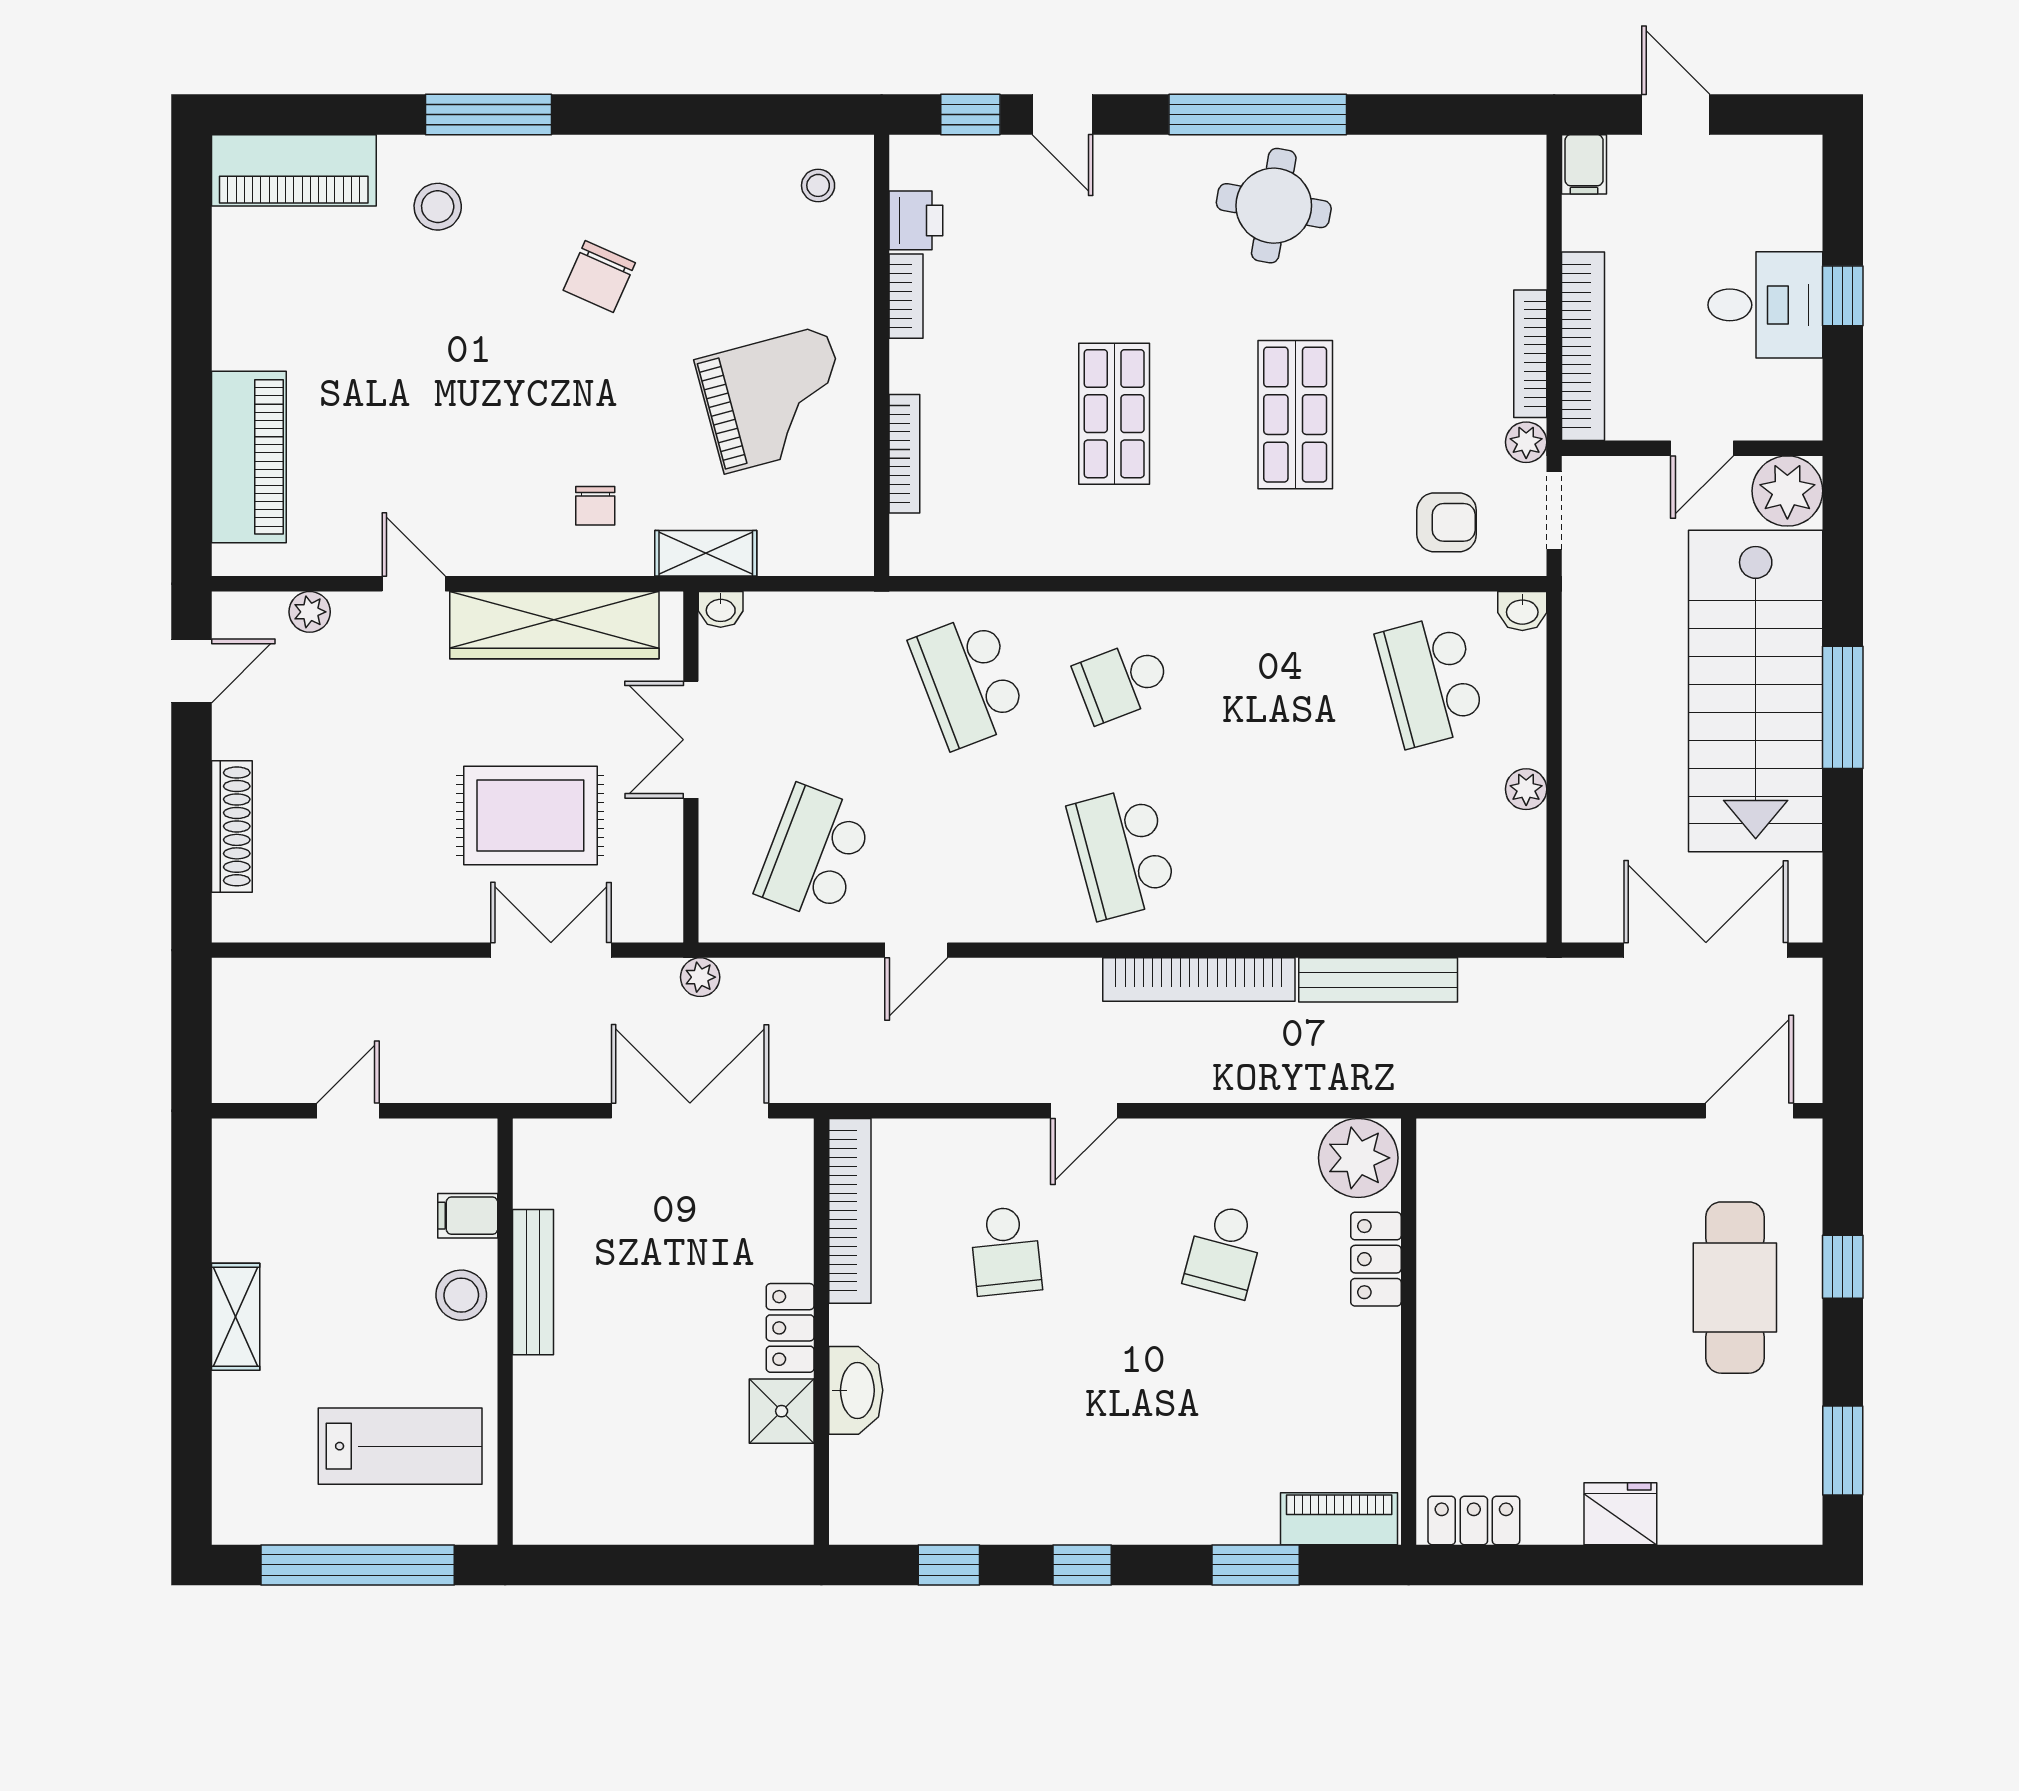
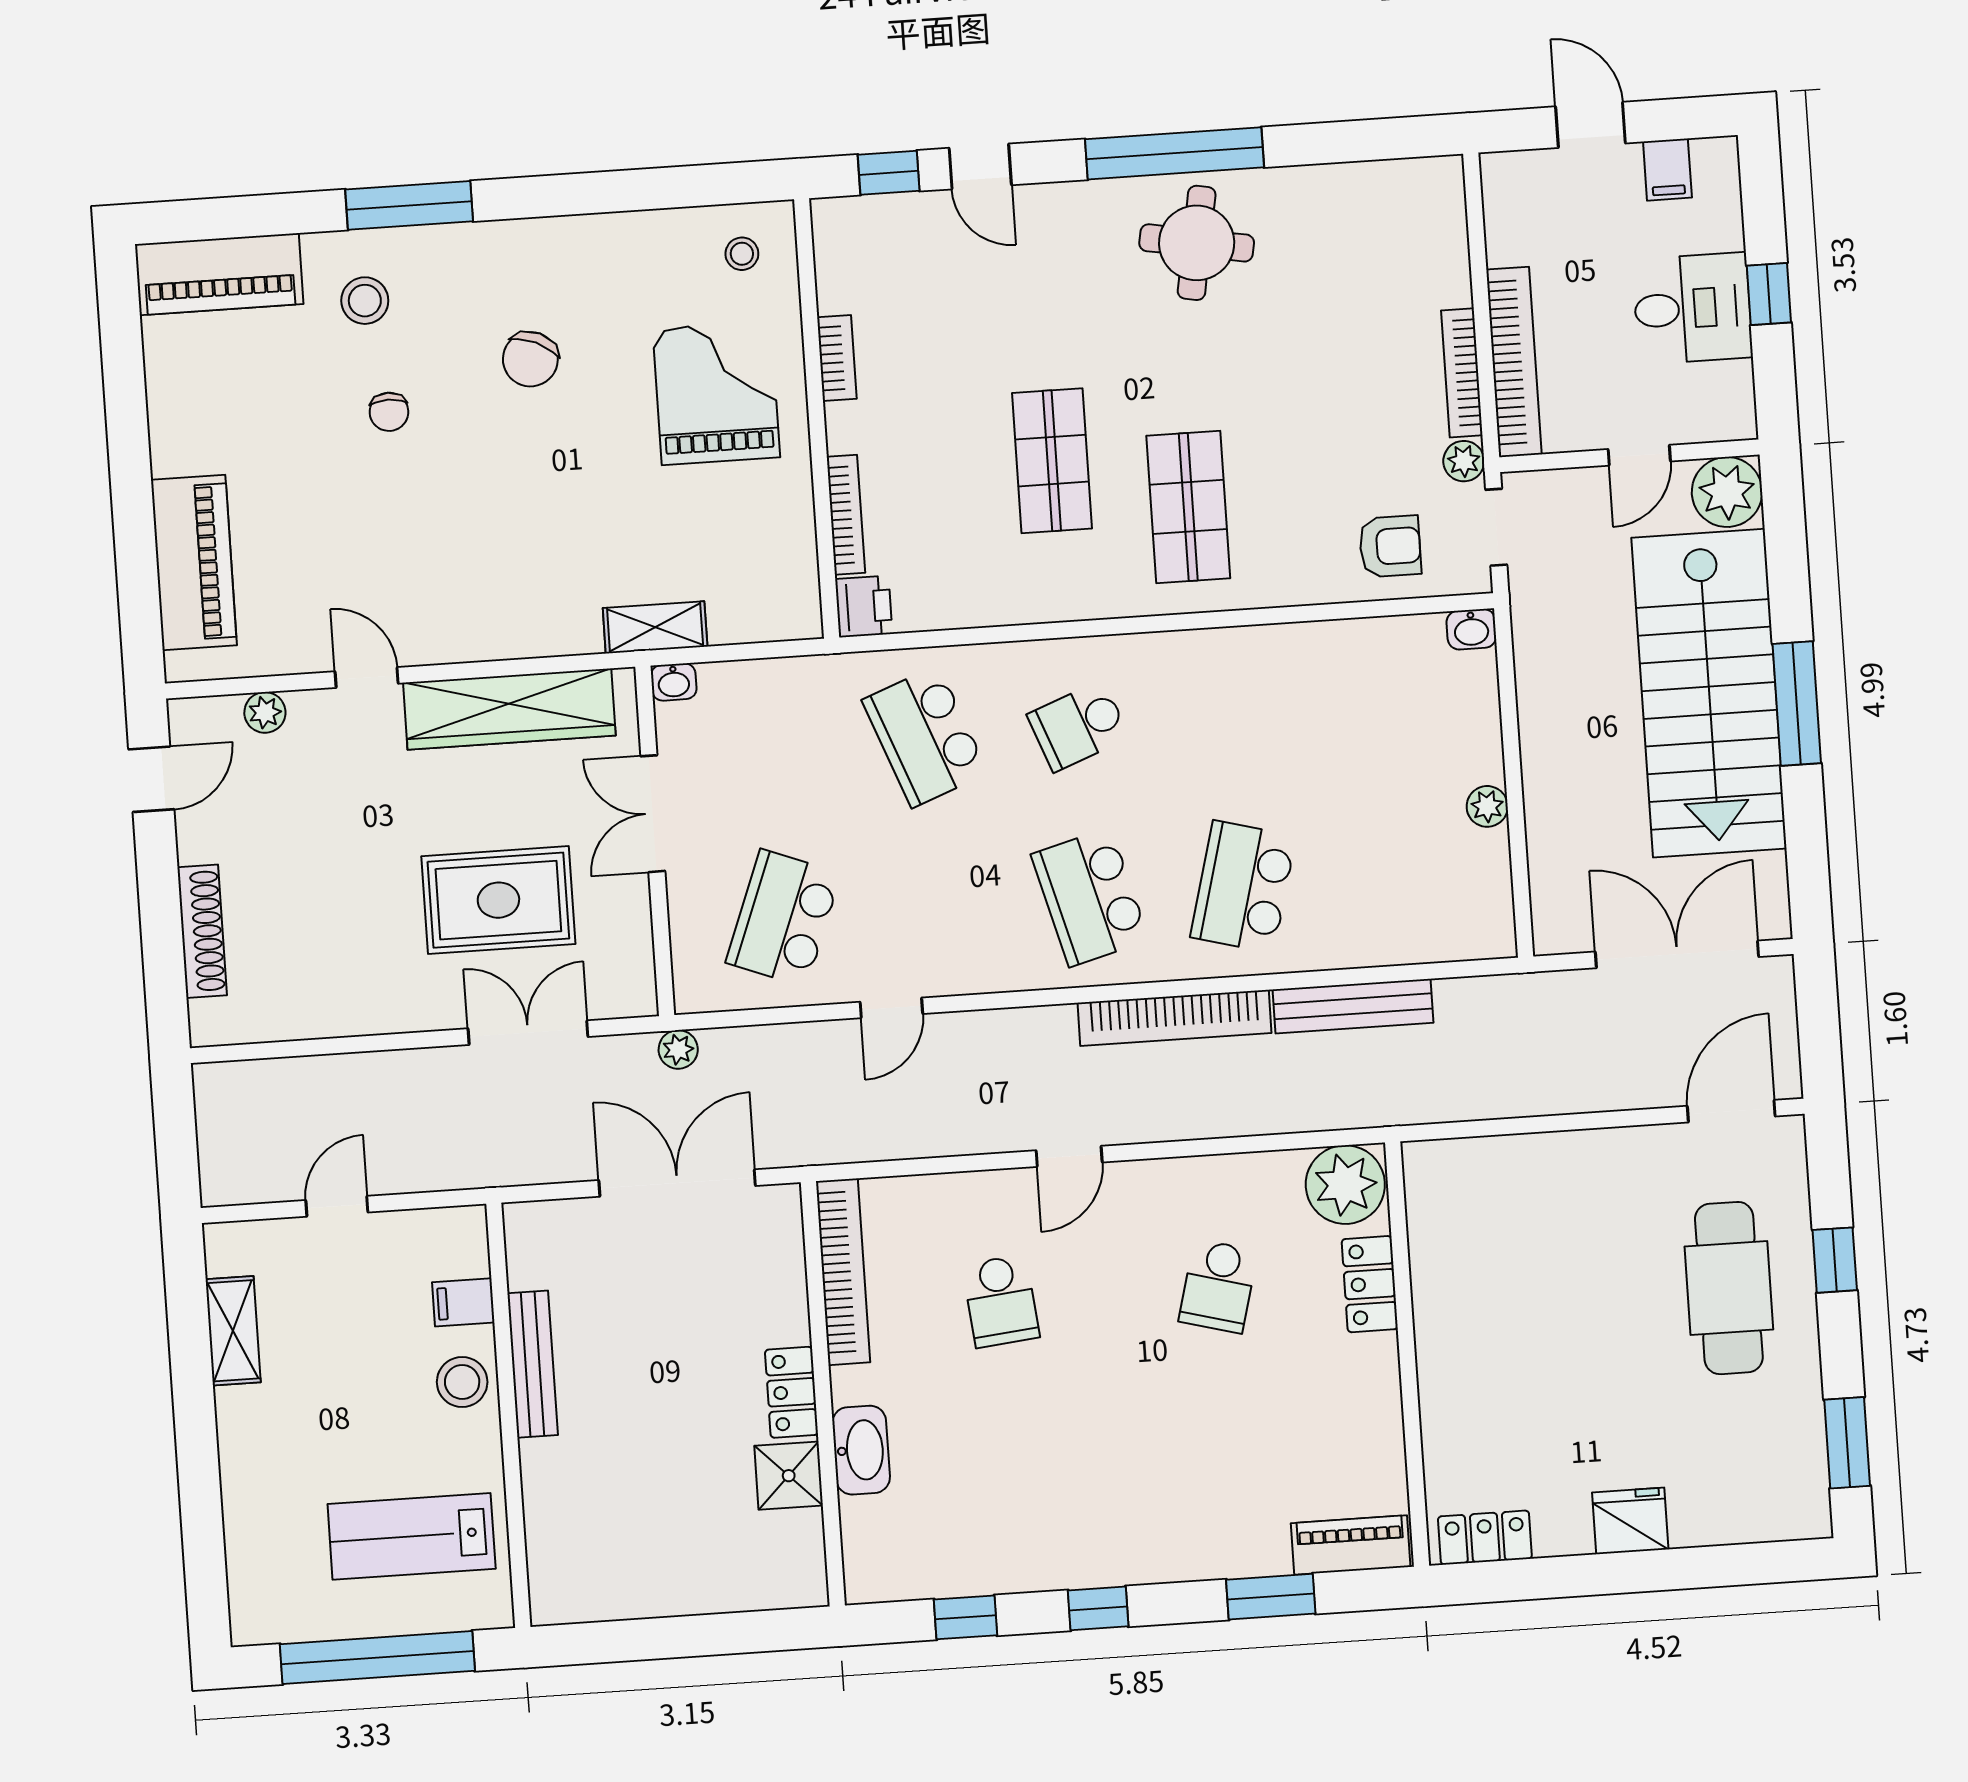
filing cabinet: (1584, 164) -> (1667, 170), moved
printer: (916, 220) -> (864, 607), moved
grand piano: (775, 399) -> (716, 393), moved, turned -75
shop shelf: (1295, 415) -> (1188, 507), moved
chair: (595, 506) -> (389, 412), moved
school desk: (1431, 681) -> (1243, 887), moved, turned 30
shelving: (236, 1317) -> (233, 1331), moved
lab bench: (400, 1446) -> (412, 1536), turned 180

